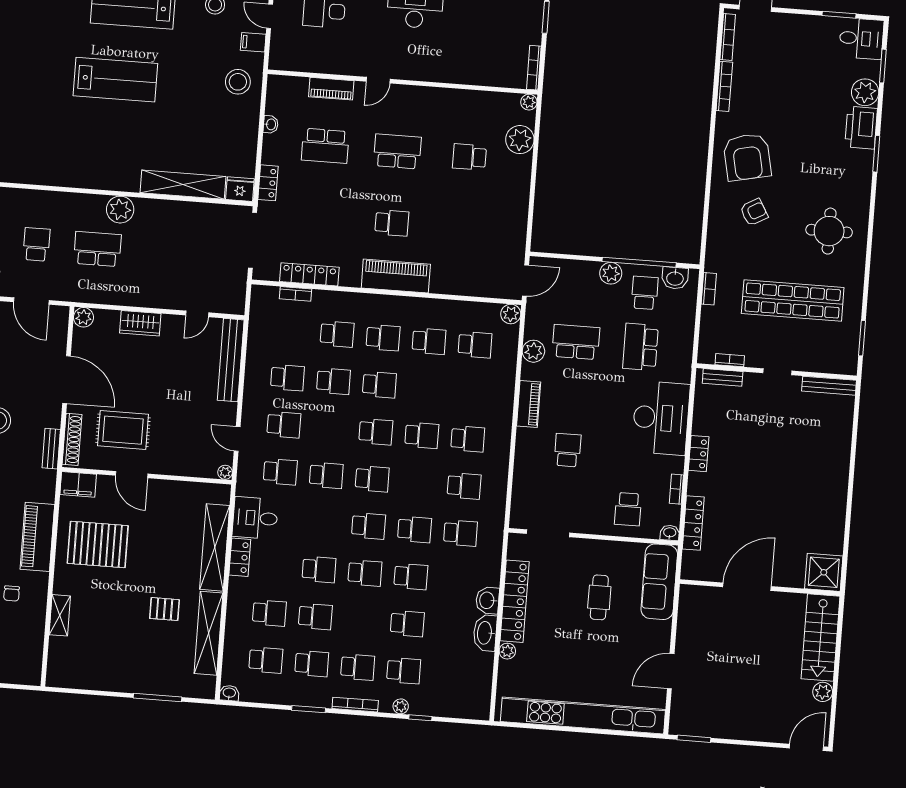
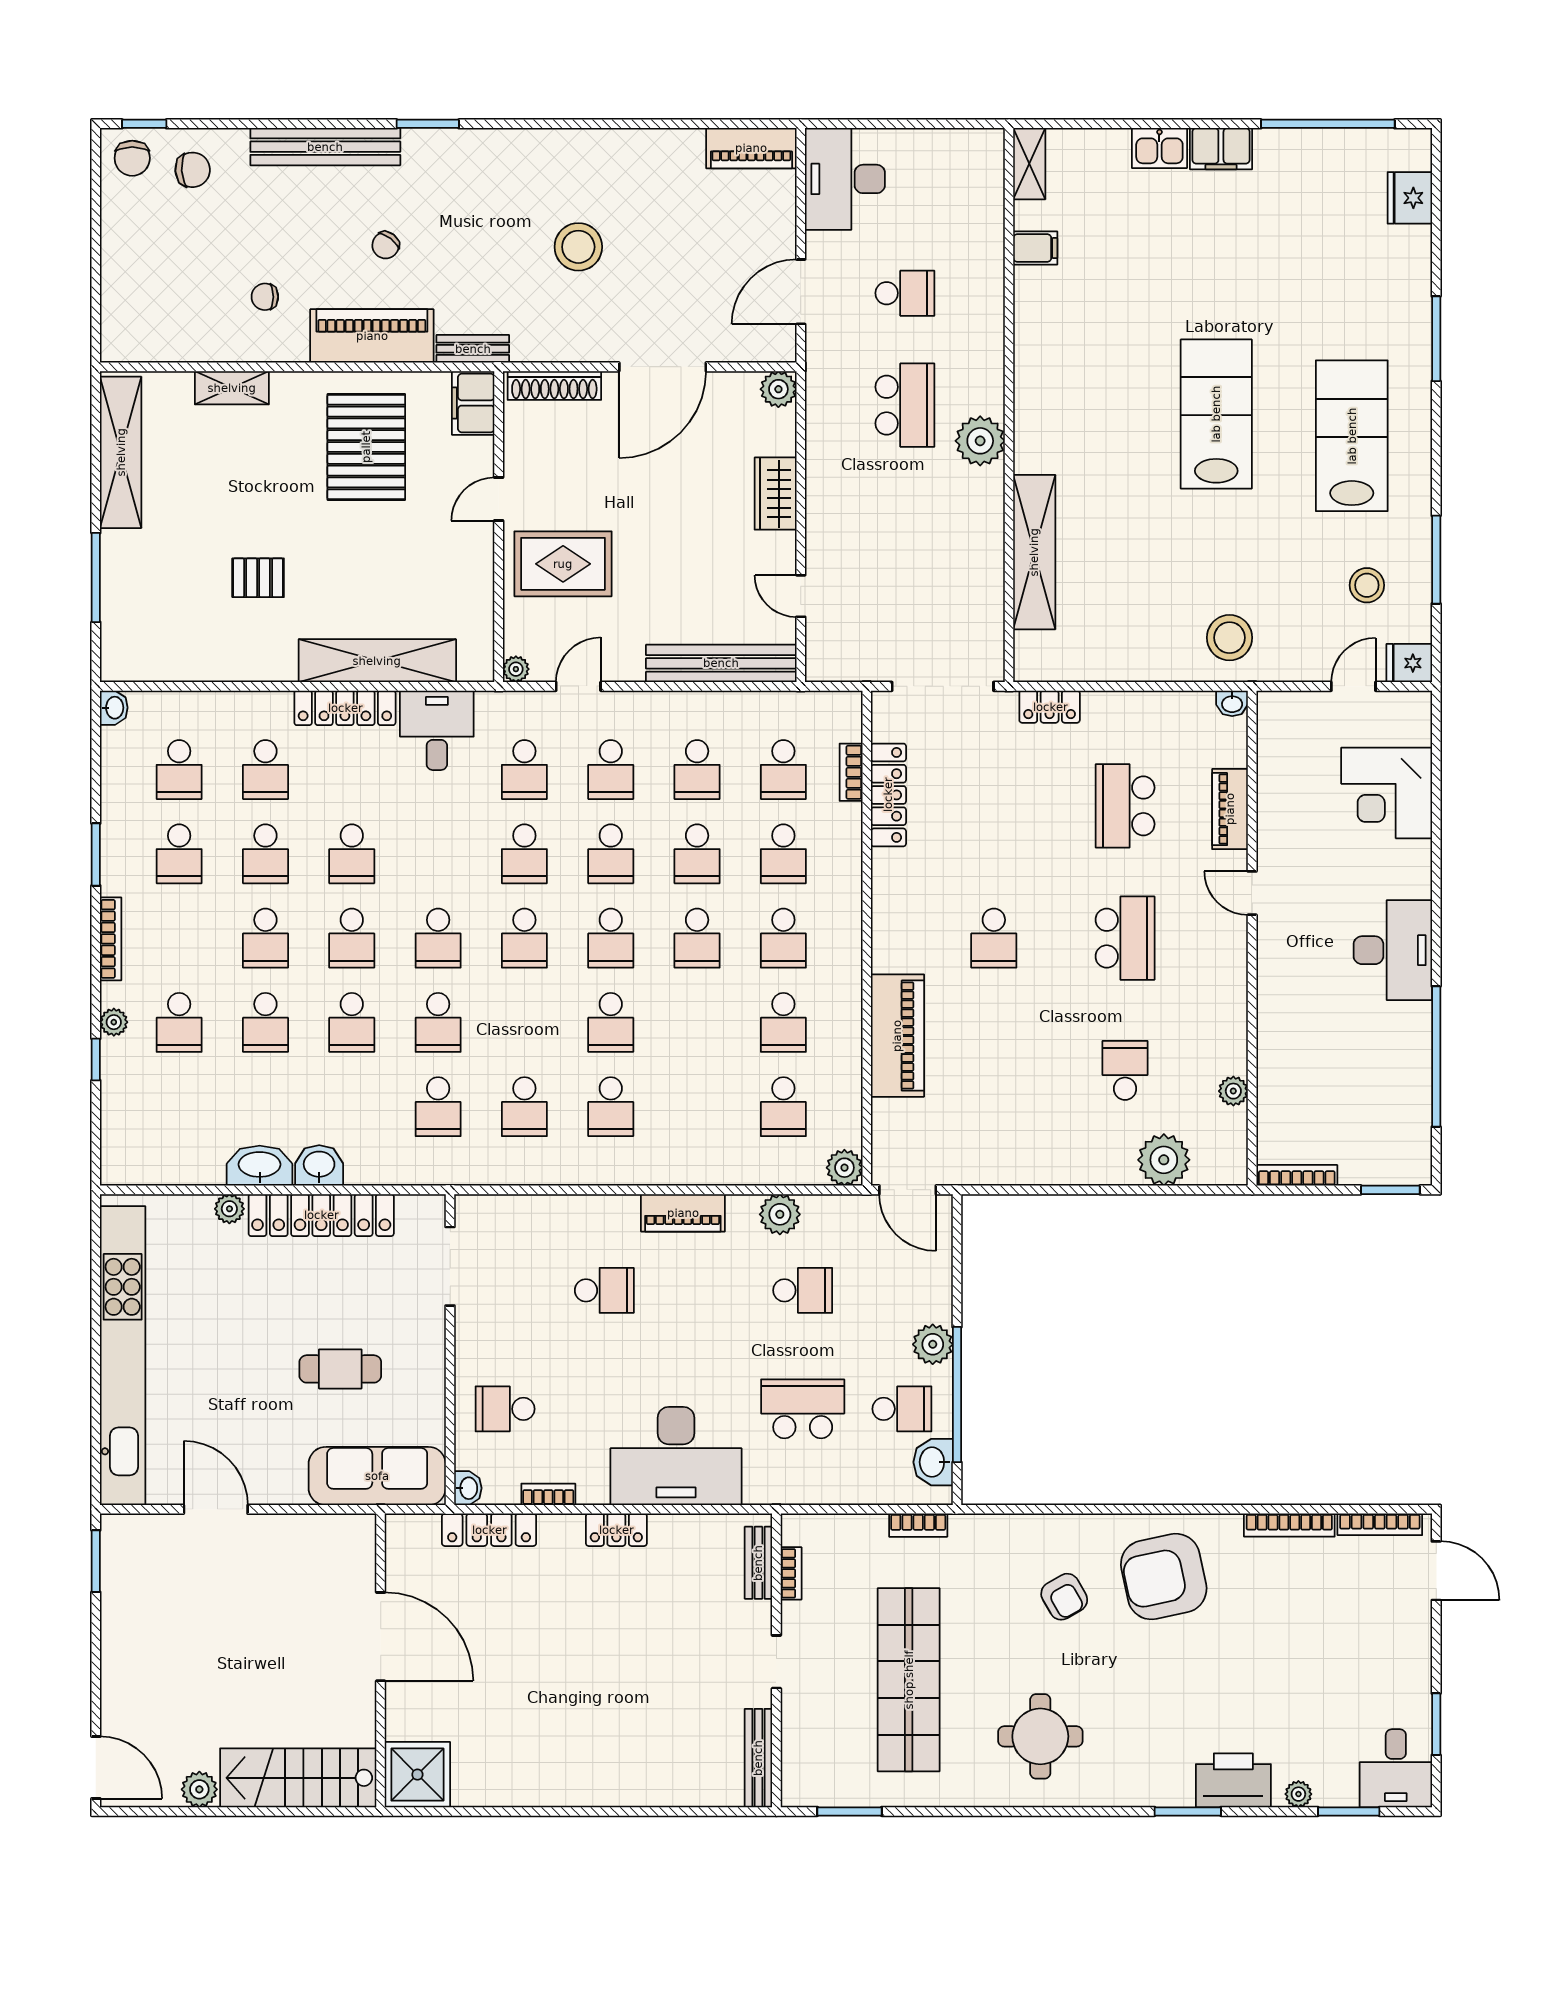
filing cabinet: (253, 42) -> (1035, 248), moved, turned 90
lab bench: (115, 80) -> (1216, 414), turned 180
plant: (865, 92) -> (1298, 1794), width x0.53, depth x0.53
plant: (529, 102) -> (1233, 1091), moved
washbasin: (271, 124) -> (1232, 703), moved
fridge: (240, 189) -> (1034, 656), removed
piano: (396, 276) -> (897, 1036), moved
school desk: (291, 331) -> (783, 770), added
school desk: (576, 342) -> (803, 1290), width x0.54
school desk: (330, 428) -> (611, 854), added
rug: (123, 430) -> (563, 564), moved, turned 90
bench: (51, 449) -> (473, 349), moved
door: (132, 475) -> (499, 499), width x0.73
locker: (240, 557) -> (345, 708), width x1.53
pallet: (164, 609) -> (258, 578), turned 90
shelving: (209, 633) -> (121, 452), moved, turned 90
school desk: (358, 667) -> (265, 938), moved

